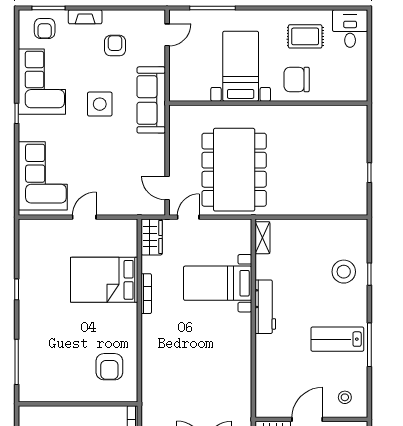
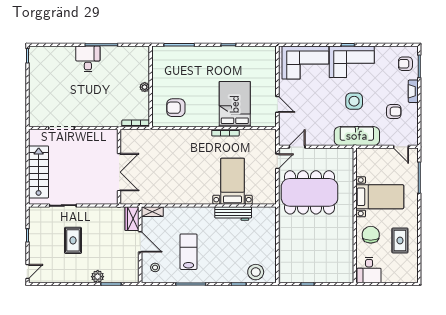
desk: (350, 29) -> (369, 270), moved, turned 90
corner sofa: (42, 82) -> (352, 62), moved
door: (84, 217) -> (277, 104), moved
door: (188, 217) -> (277, 161), hinge flipped
wardrobe: (152, 237) -> (264, 136), removed
shelving: (262, 238) -> (152, 212), moved
stool: (344, 272) -> (256, 272), moved
workbench: (265, 307) -> (233, 214), moved
lab bench: (337, 339) -> (189, 252), moved
plant: (79, 413) -> (145, 87), added

